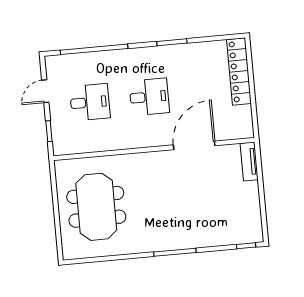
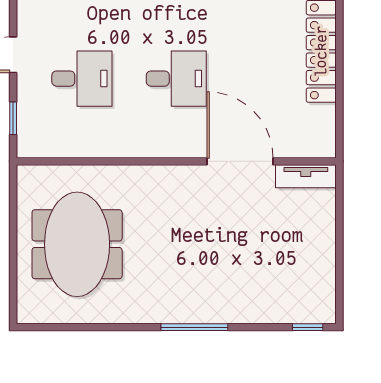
door: (194, 145) -> (240, 161), hinge flipped
tv unit: (249, 162) -> (306, 176), moved, turned -90

